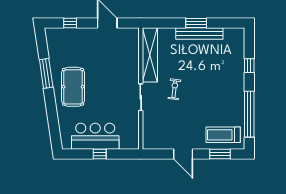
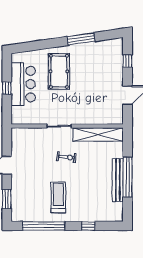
window: (196, 23) -> (128, 177), width x2.11
pool table: (73, 87) -> (59, 71), moved, turned 90
treadmill: (223, 135) -> (58, 197), moved

